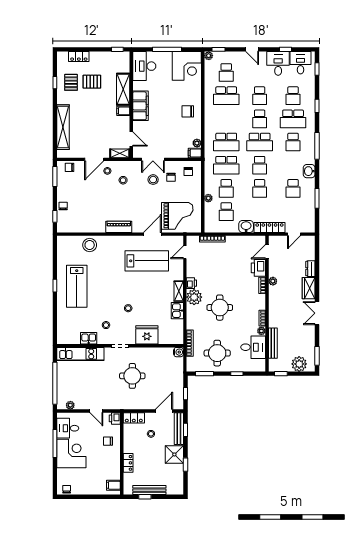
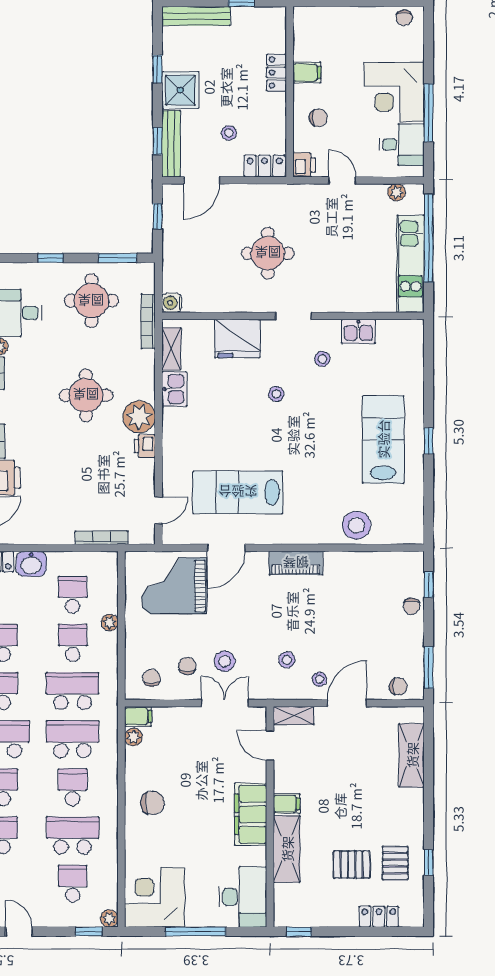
school desk: (226, 119) -> (73, 787), added
shelving: (63, 127) -> (412, 755), width x0.68
shelving: (179, 291) -> (171, 349), moved
kitchen unit: (80, 354) -> (410, 264), moved, turned -90
filing cabinet: (113, 485) -> (307, 73), moved
bench: (149, 490) -> (196, 16), moved

